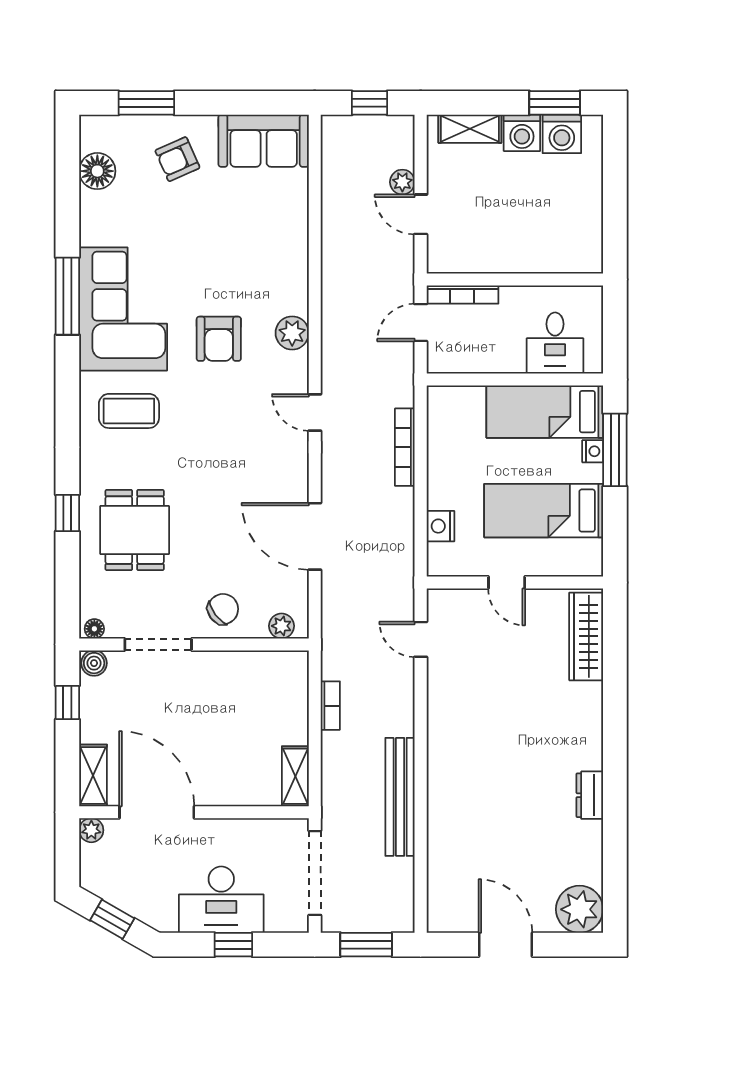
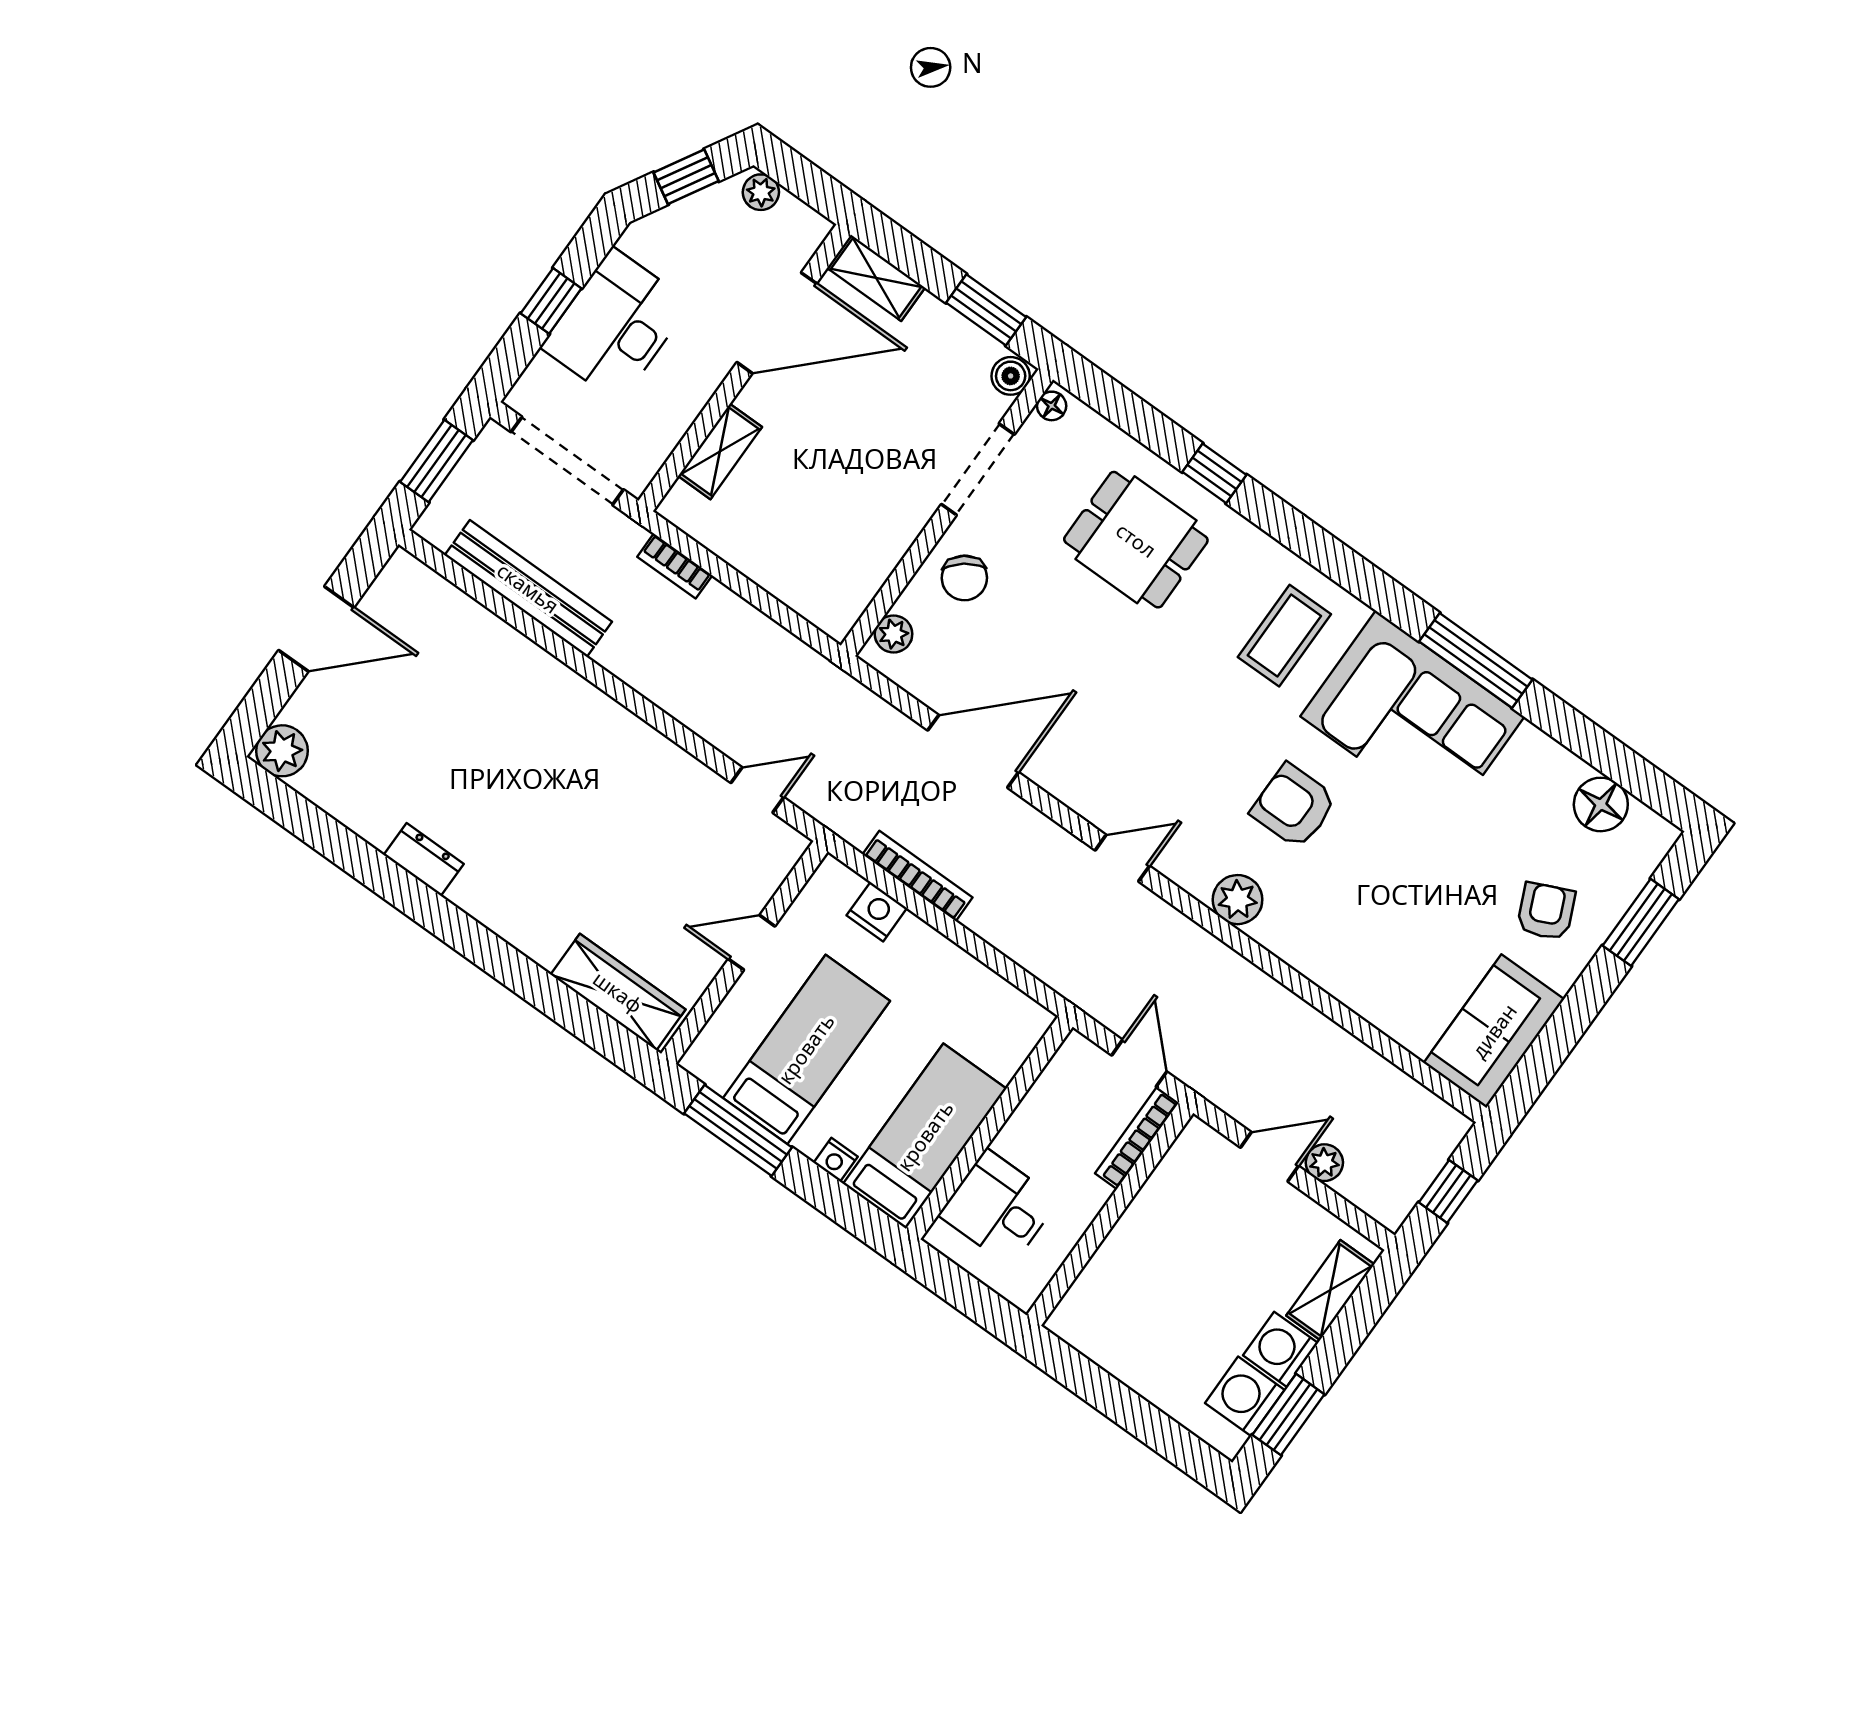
bookcase: (405, 447) -> (917, 876), moved
window: (615, 450) -> (738, 1130), moved
window: (67, 702) -> (986, 310), width x1.50
bookcase: (330, 706) -> (675, 566), moved
shelving: (295, 776) -> (720, 451), moved, turned 90
bench: (400, 797) -> (528, 588), moved
plant: (91, 830) -> (761, 192), moved
plant: (580, 909) -> (282, 751), width x0.73, depth x0.73

